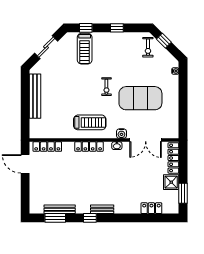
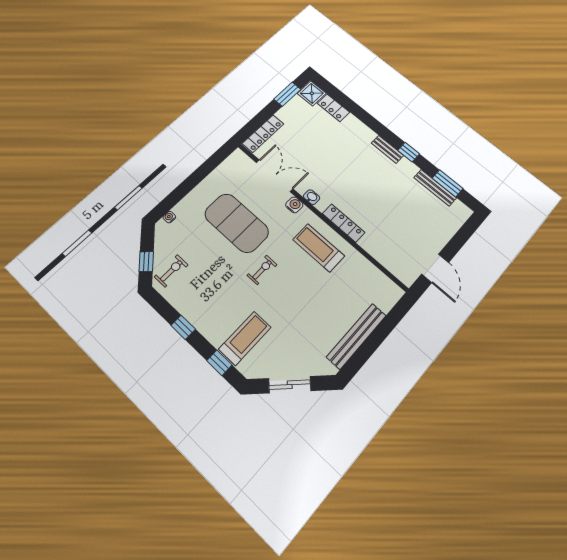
locker: (47, 147) -> (392, 265), removed
shower: (171, 182) -> (312, 93), moved

